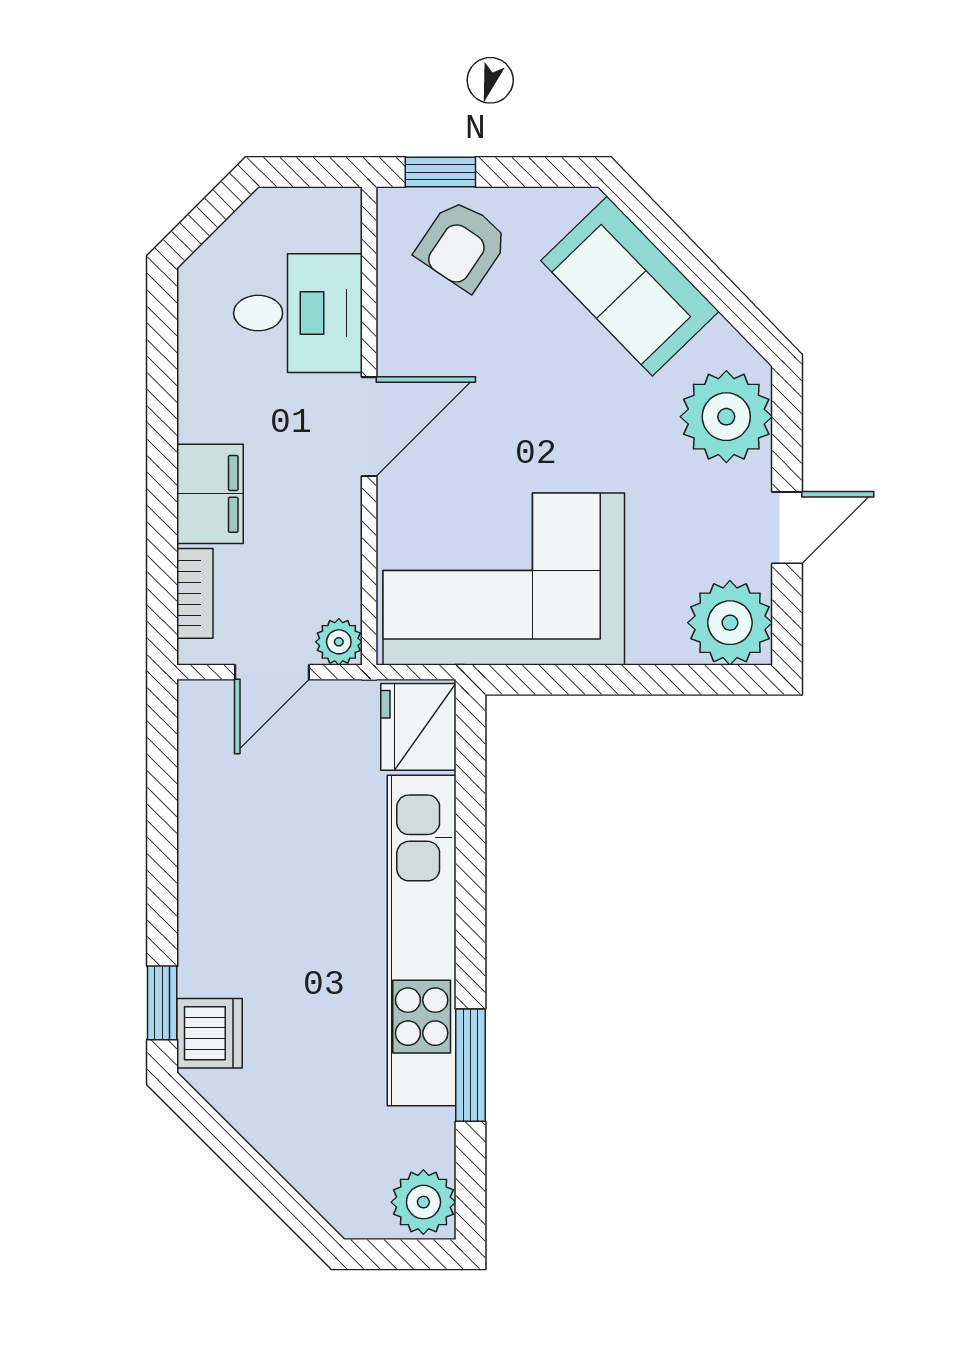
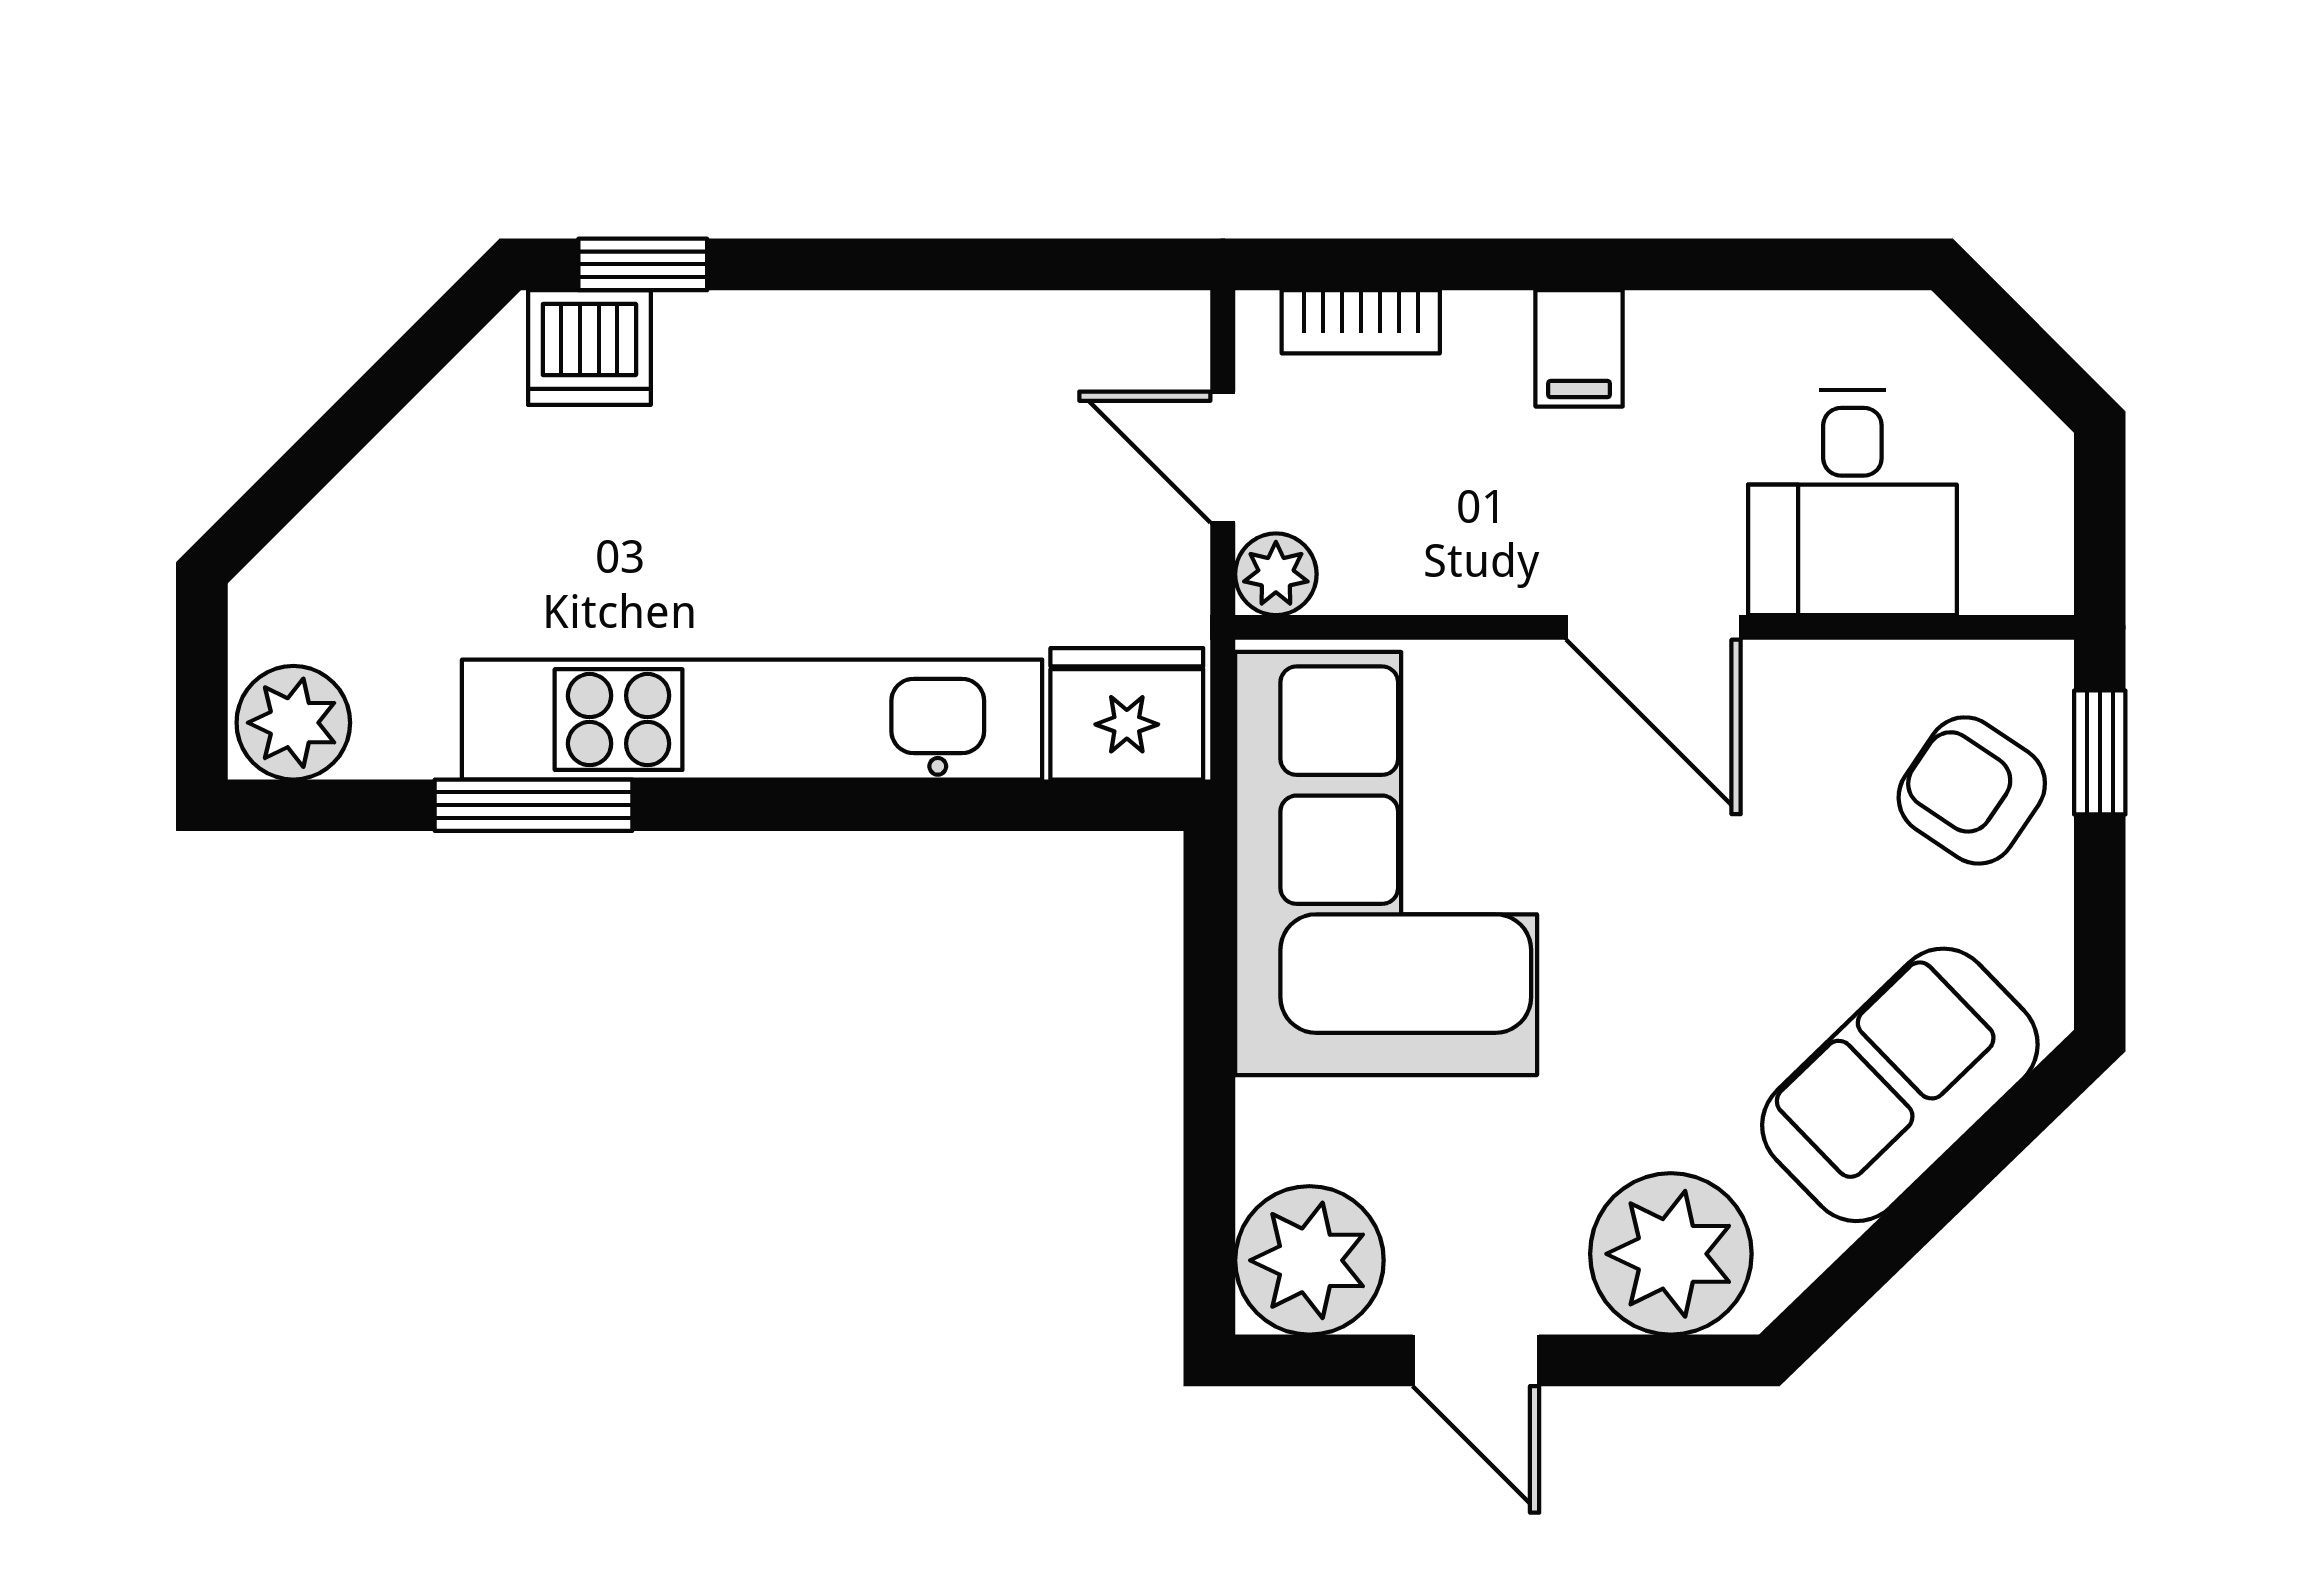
filing cabinet: (210, 494) -> (1579, 348), width x0.50

